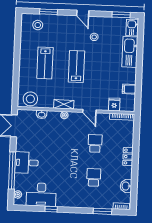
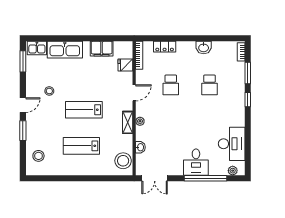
window: (48, 12) -> (23, 131), moved
lab bench: (45, 63) -> (81, 146), turned 180
filing cabinet: (129, 89) -> (102, 49), width x2.00
school desk: (95, 143) -> (171, 85), turned -90
locker: (128, 157) -> (165, 47), moved
school desk: (94, 177) -> (210, 85), turned -90
washbasin: (126, 186) -> (204, 48), moved
window: (51, 209) -> (248, 100), moved

